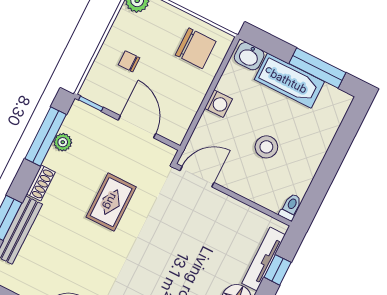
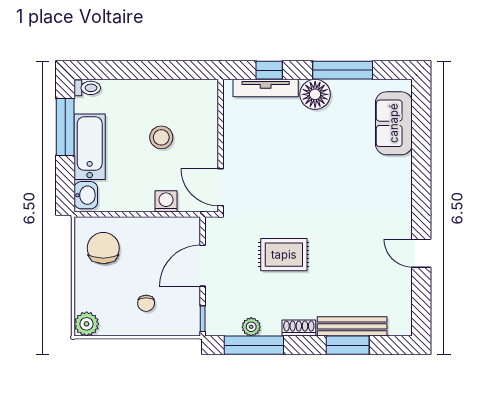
washing machine: (218, 104) -> (166, 201), moved
toilet: (291, 207) -> (87, 88), moved, turned 180

